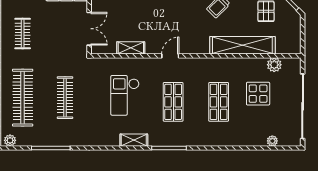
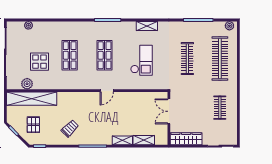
shelving: (242, 45) -> (32, 99), moved
shelving: (131, 48) -> (137, 97), removed
shelving: (134, 140) -> (147, 26), moved

